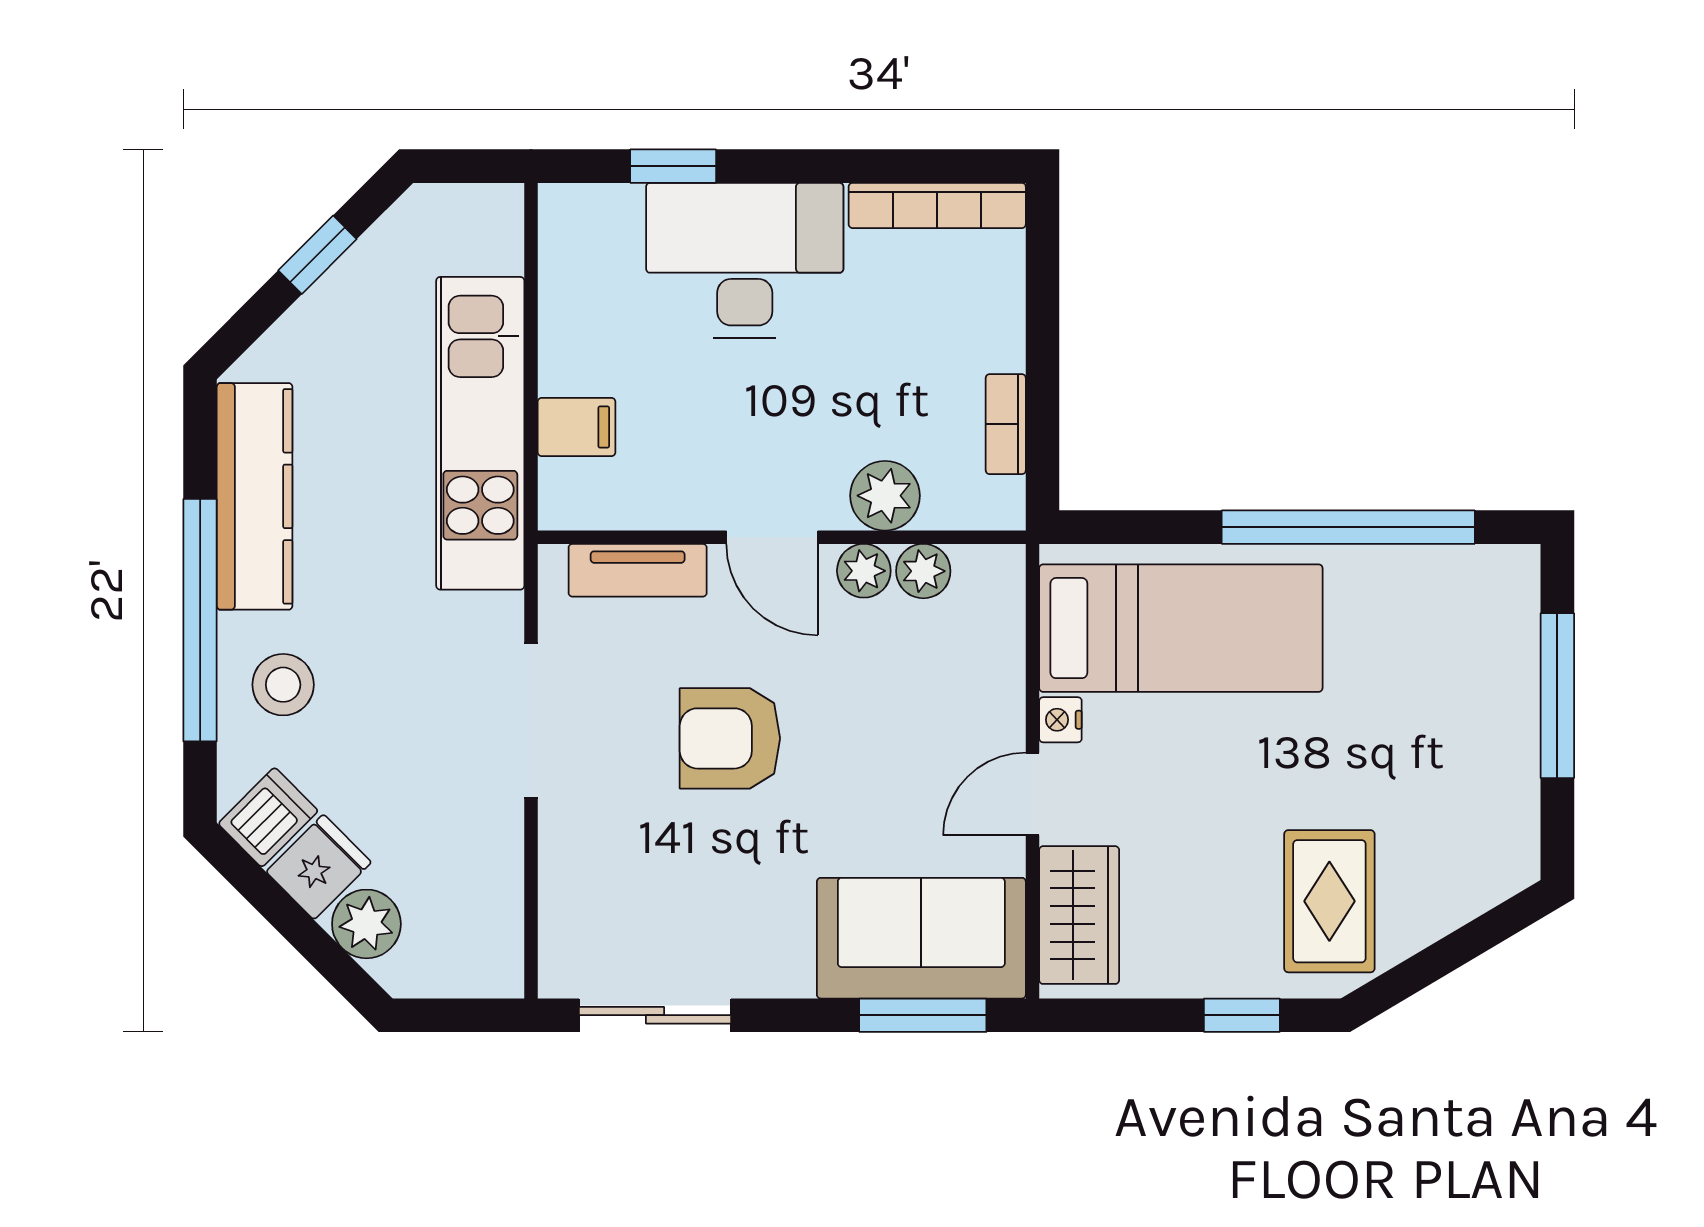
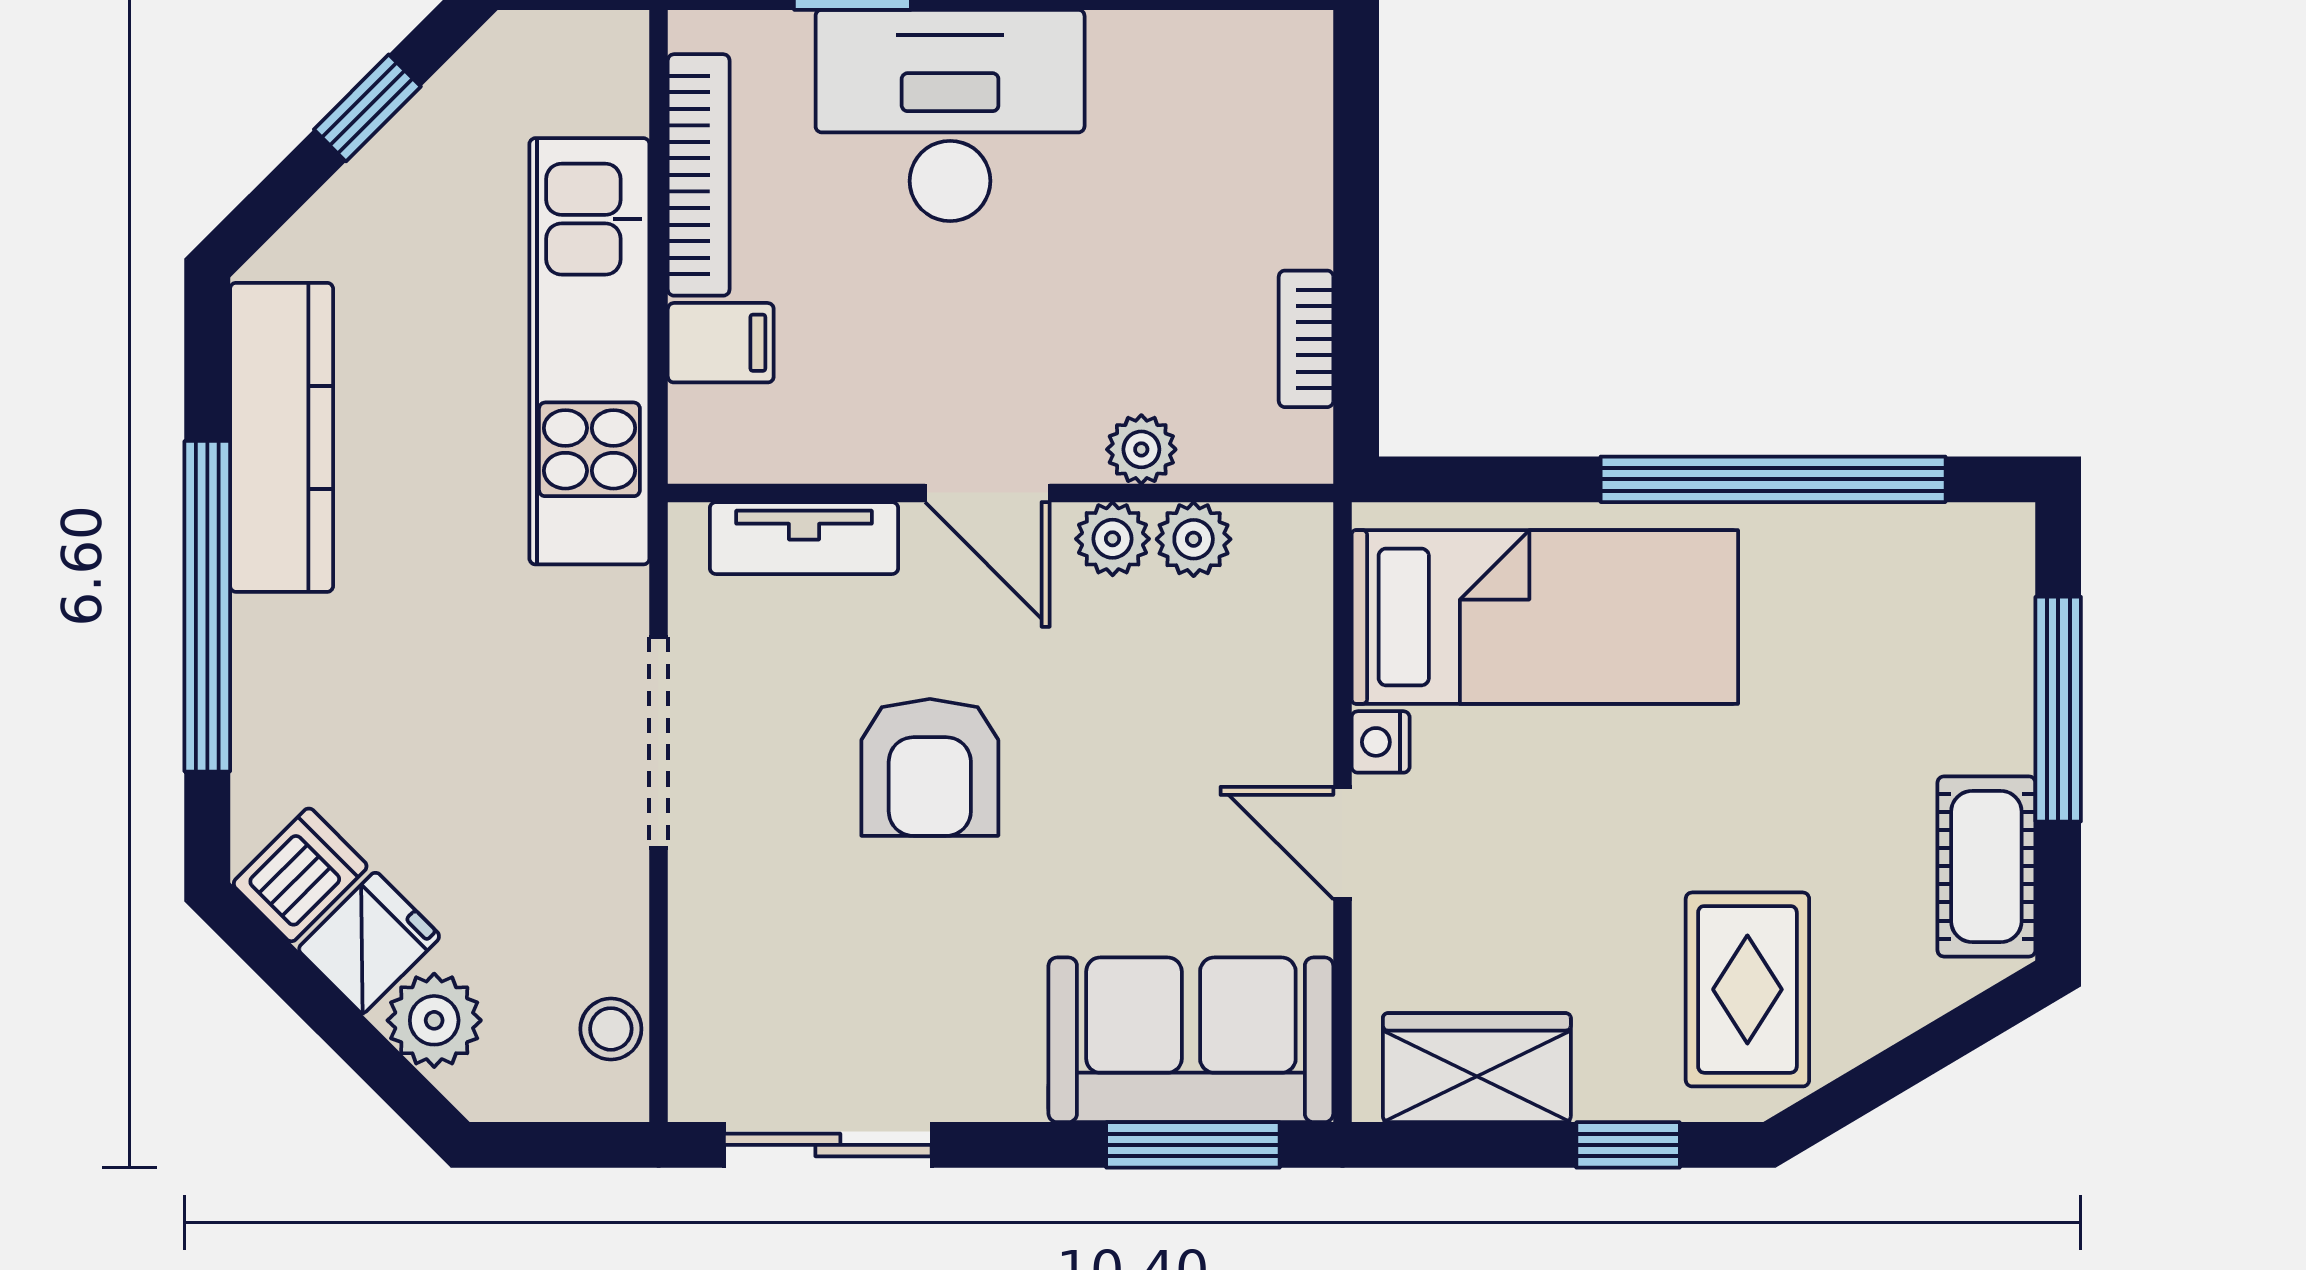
bookcase: (937, 205) -> (699, 175), moved, turned -90
plant: (885, 496) -> (1141, 449), width x0.73, depth x0.73
stool: (283, 685) -> (611, 1029), moved, width x0.73, depth x0.73
armchair: (730, 738) -> (930, 767), turned -90
door: (1032, 794) -> (1342, 843), hinge flipped
cot: (1505, 811) -> (1986, 866), added
wardrobe: (1079, 915) -> (1477, 1068), moved, turned -90

